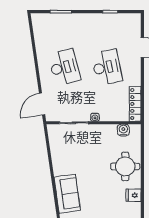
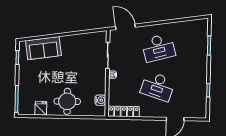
desk: (107, 67) -> (158, 86), turned 30

